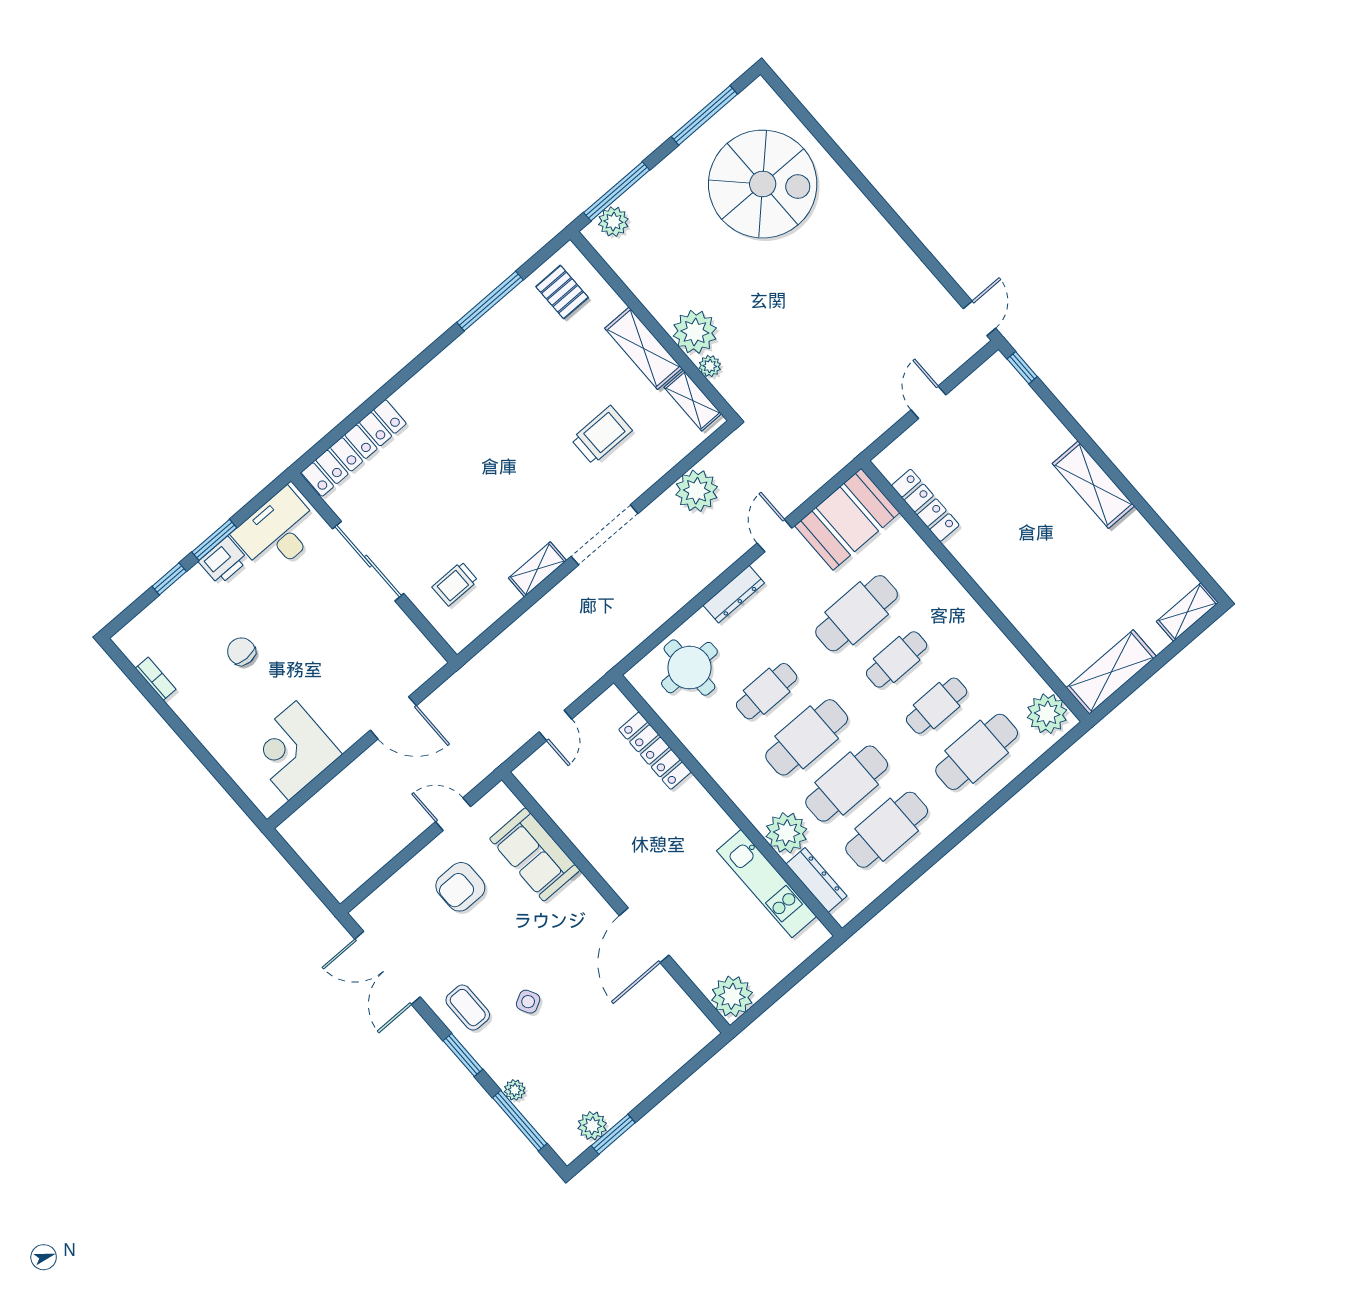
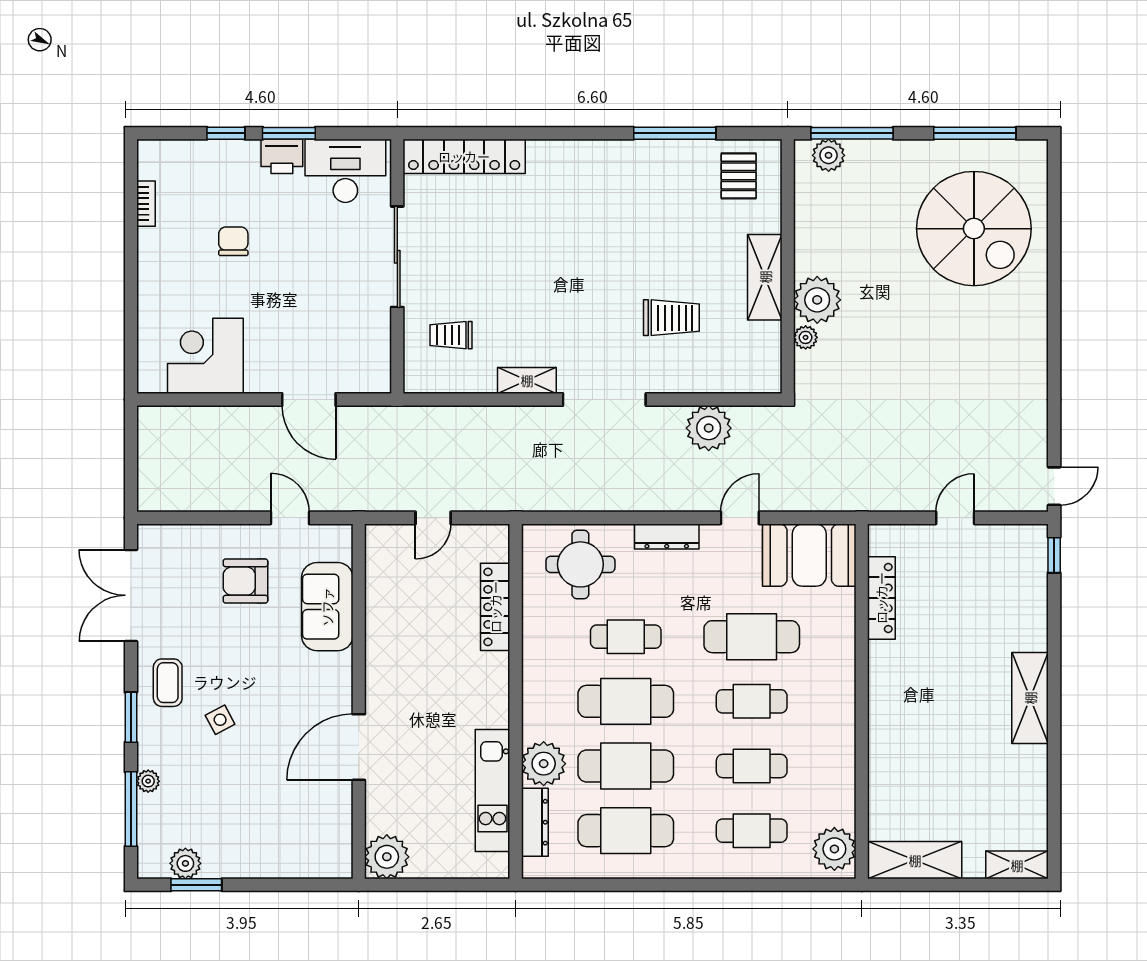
shelving: (693, 401) -> (768, 353), removed
cafe table: (977, 752) -> (752, 831), width x0.73, depth x0.74

